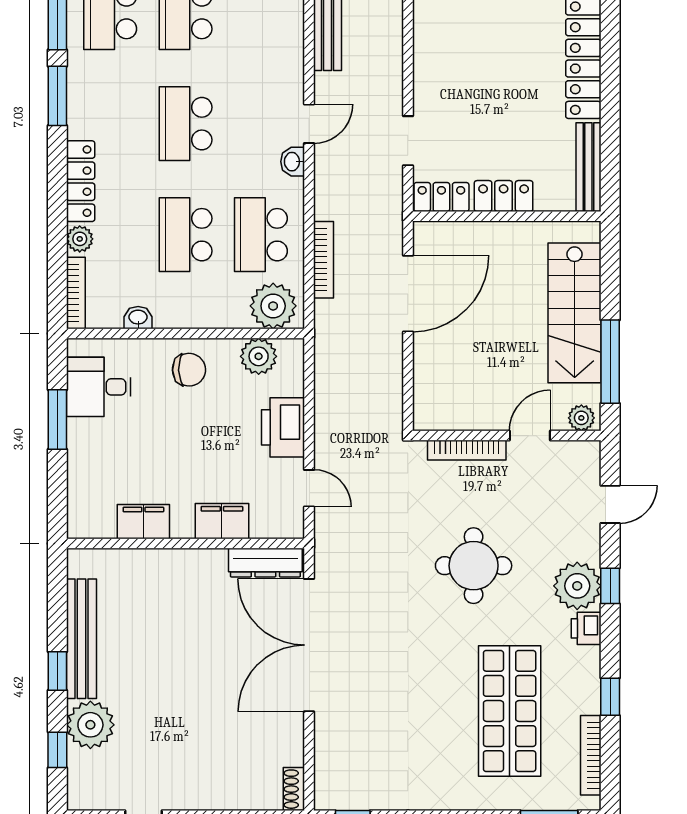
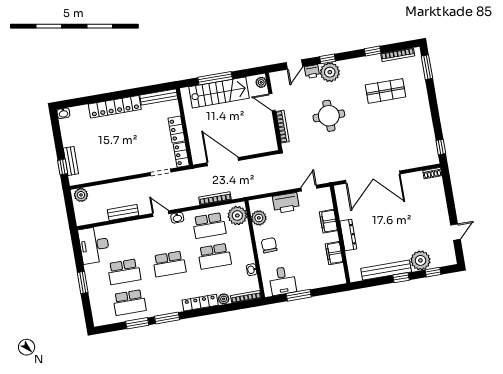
window: (610, 362) -> (215, 78), moved
door: (610, 504) -> (294, 65), swing flipped
dresser: (265, 563) -> (348, 235), moved
printer: (586, 628) -> (312, 72), moved
shop shelf: (510, 711) -> (385, 91), width x0.70, depth x0.74

